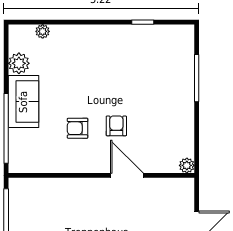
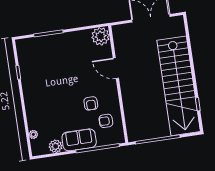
armchair: (116, 126) -> (106, 121), moved
plant: (187, 165) -> (101, 36), width x1.88, depth x1.88
door: (127, 175) -> (116, 68), hinge flipped

